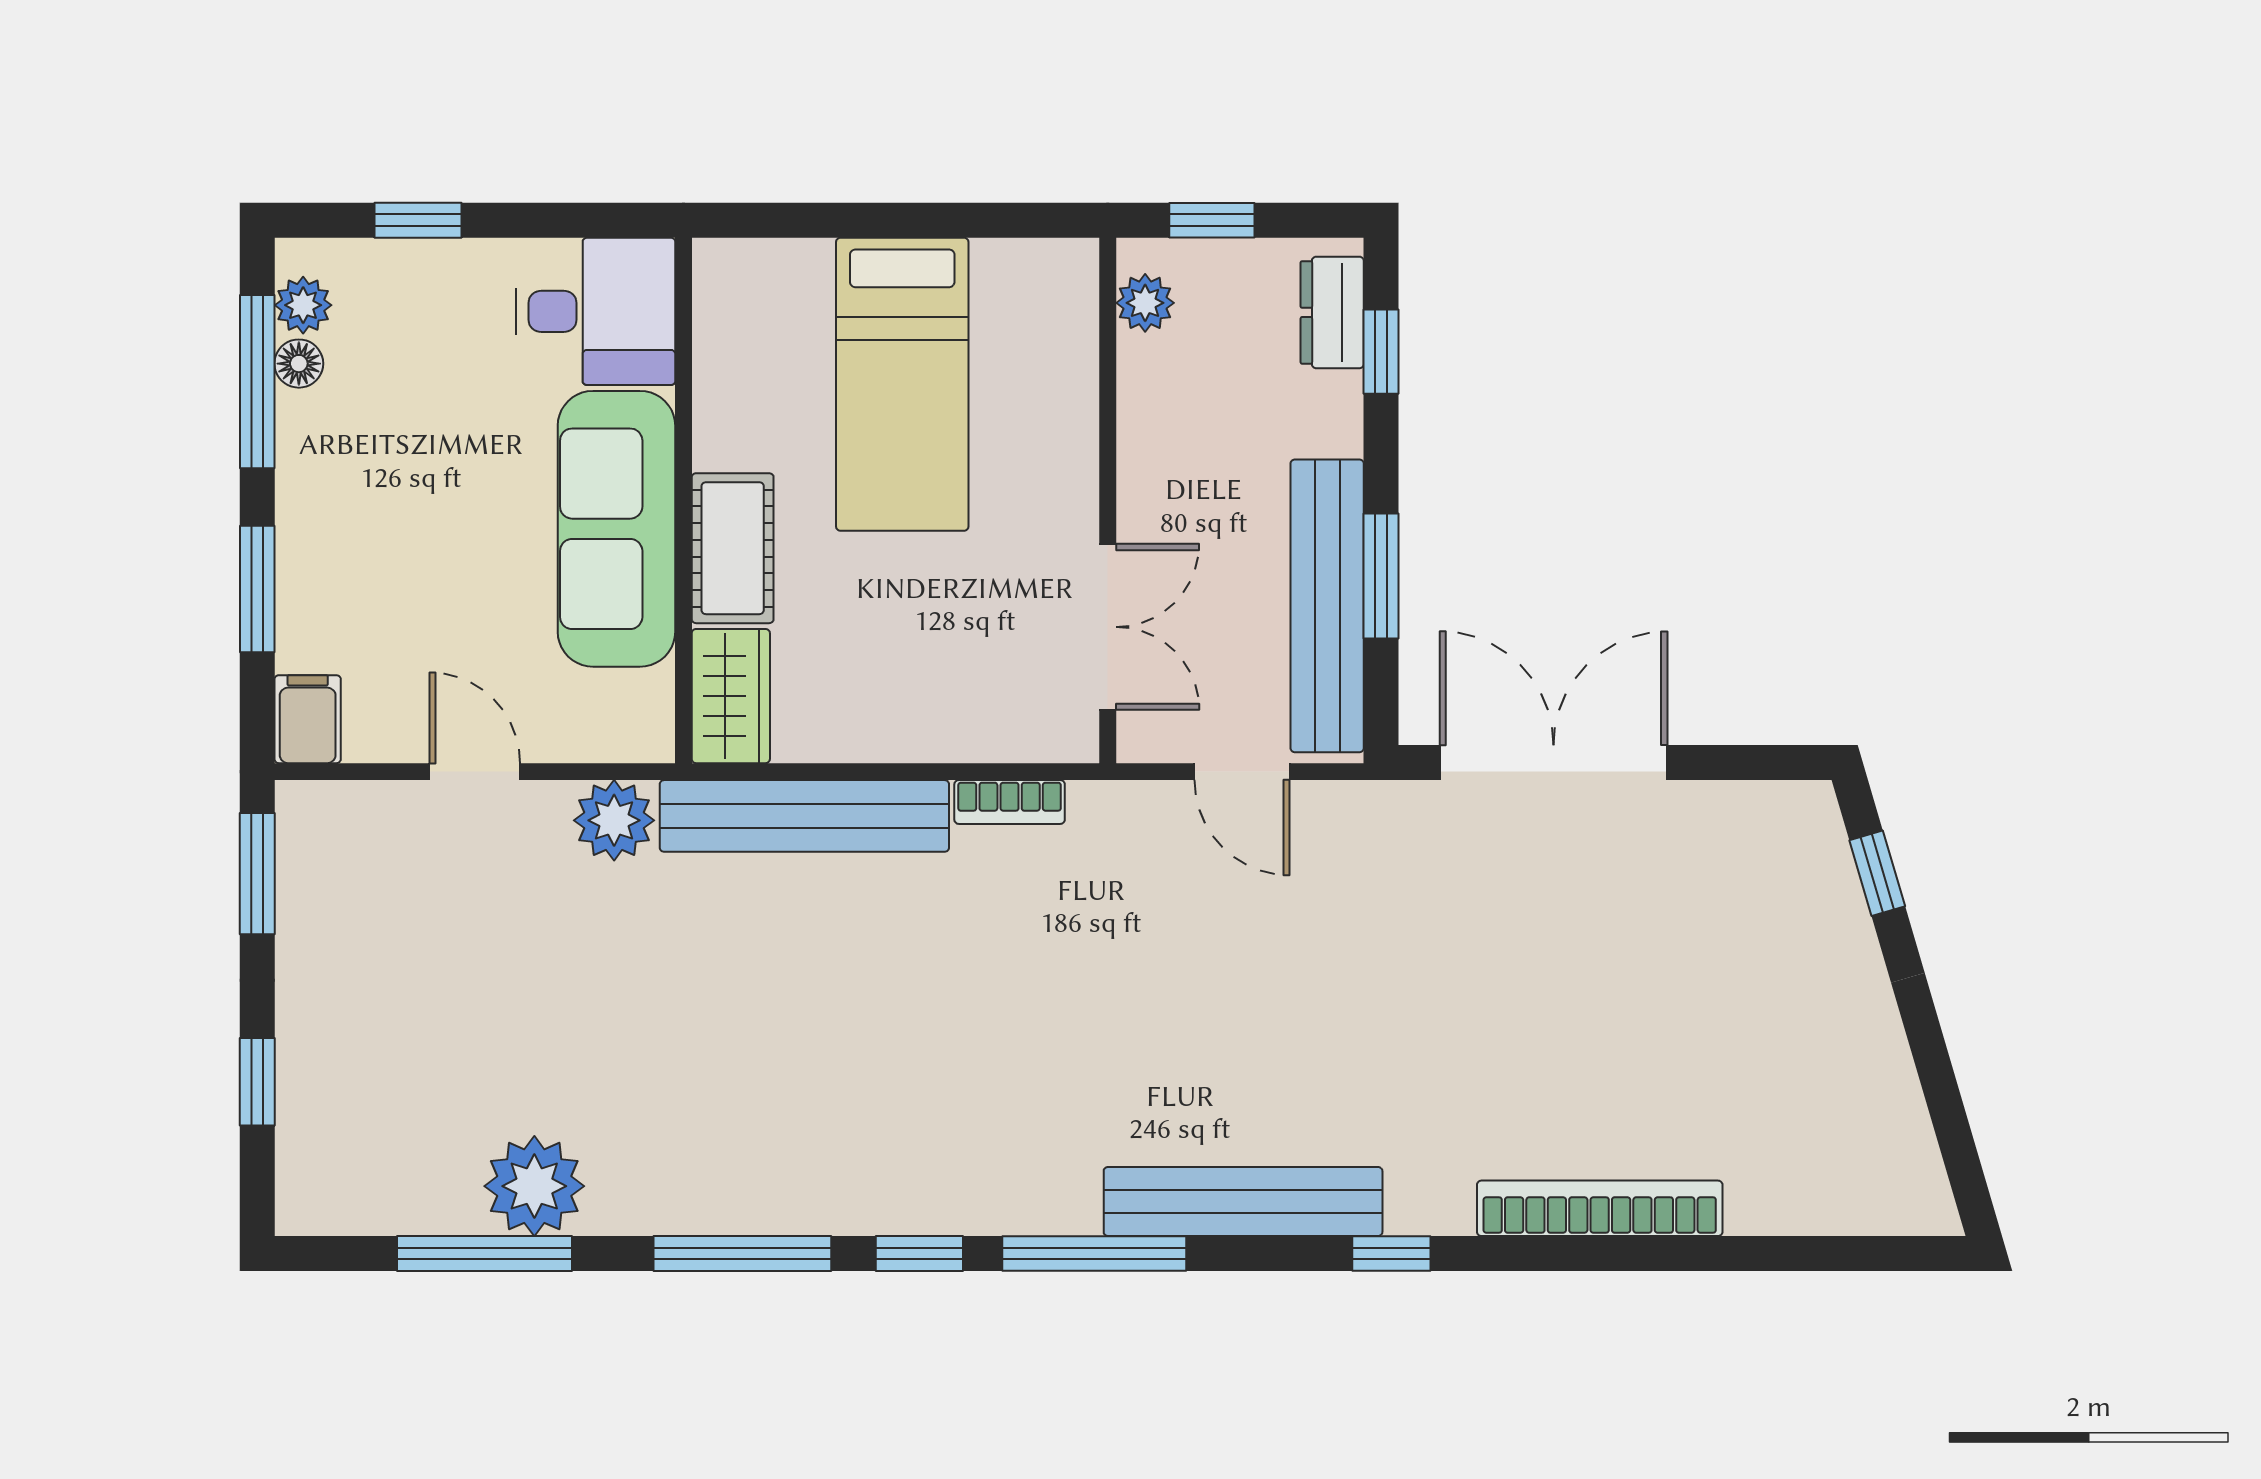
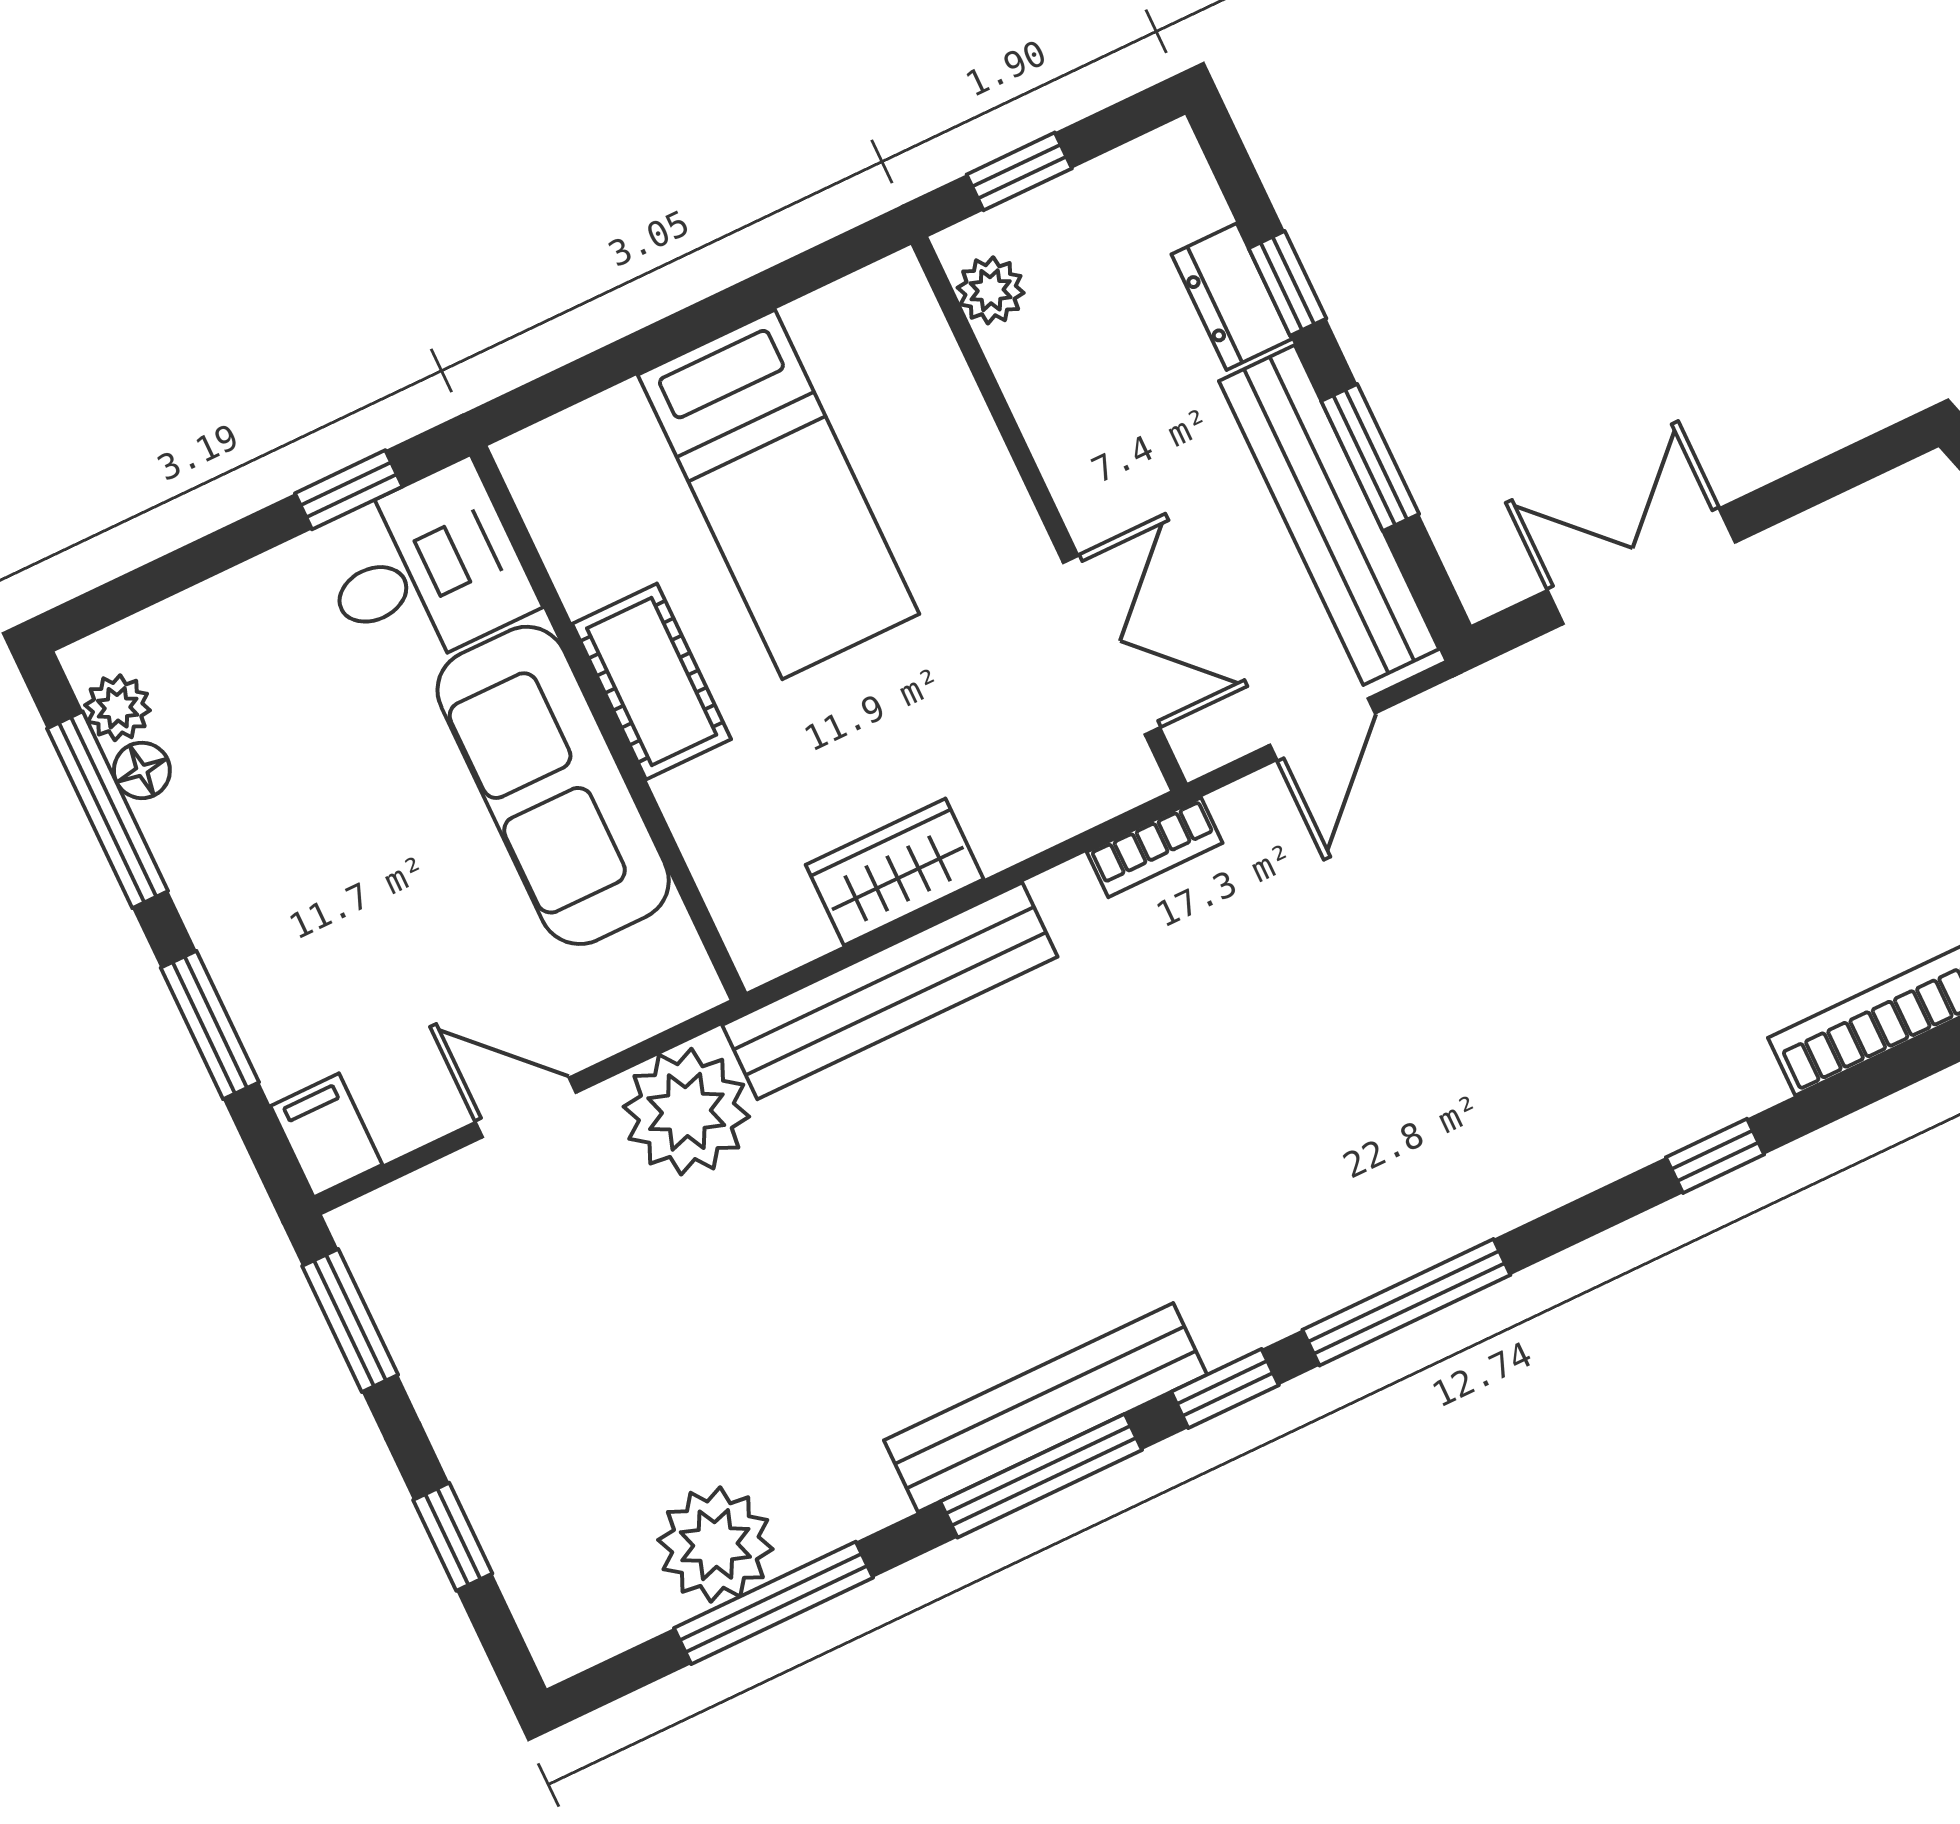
window: (418, 220) -> (349, 490), moved
dresser: (1332, 312) -> (1232, 297), moved
window: (1381, 352) -> (1287, 283), moved
cot: (733, 548) -> (652, 681), moved
wardrobe: (731, 696) -> (895, 872), moved, turned -90
double door: (1554, 763) -> (1641, 566), width x0.73
door: (1242, 772) -> (1322, 729), hinge flipped
bookcase: (1010, 802) -> (1155, 847), moved
plant: (614, 820) -> (686, 1112), width x1.36, depth x1.36
plant: (534, 1186) -> (715, 1545), moved
bench: (1243, 1202) -> (1046, 1407), moved

